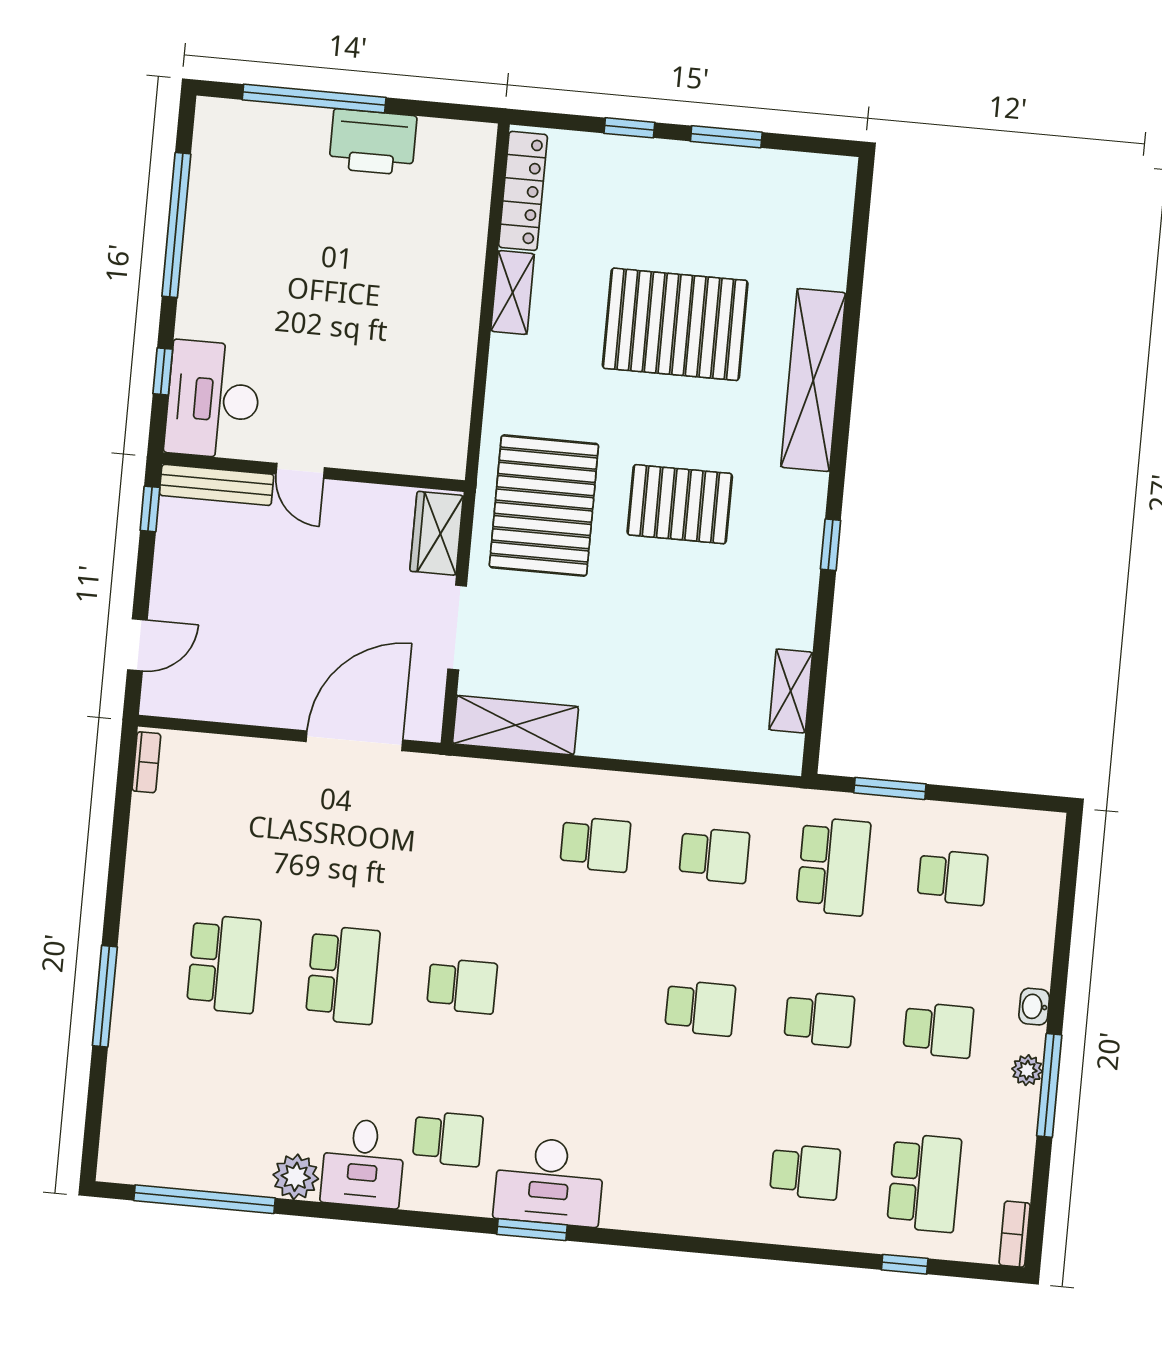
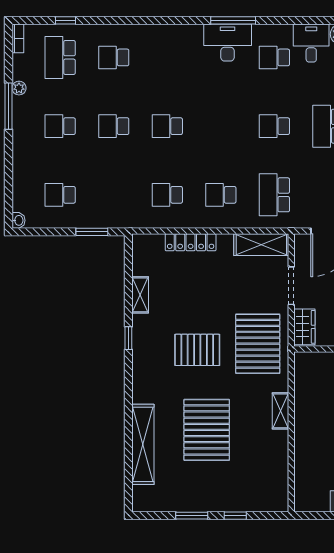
locker: (523, 191) -> (191, 242), moved, turned -90
shelving: (513, 292) -> (281, 411), moved
pallet: (675, 324) -> (207, 430), turned 90
shelving: (813, 380) -> (143, 444), moved
shelving: (791, 691) -> (140, 295), moved
school desk: (833, 866) -> (274, 195), moved
washbasin: (1034, 1007) -> (18, 220), moved
plant: (1027, 1070) -> (19, 88), moved
window: (532, 1230) -> (233, 20), width x1.44

